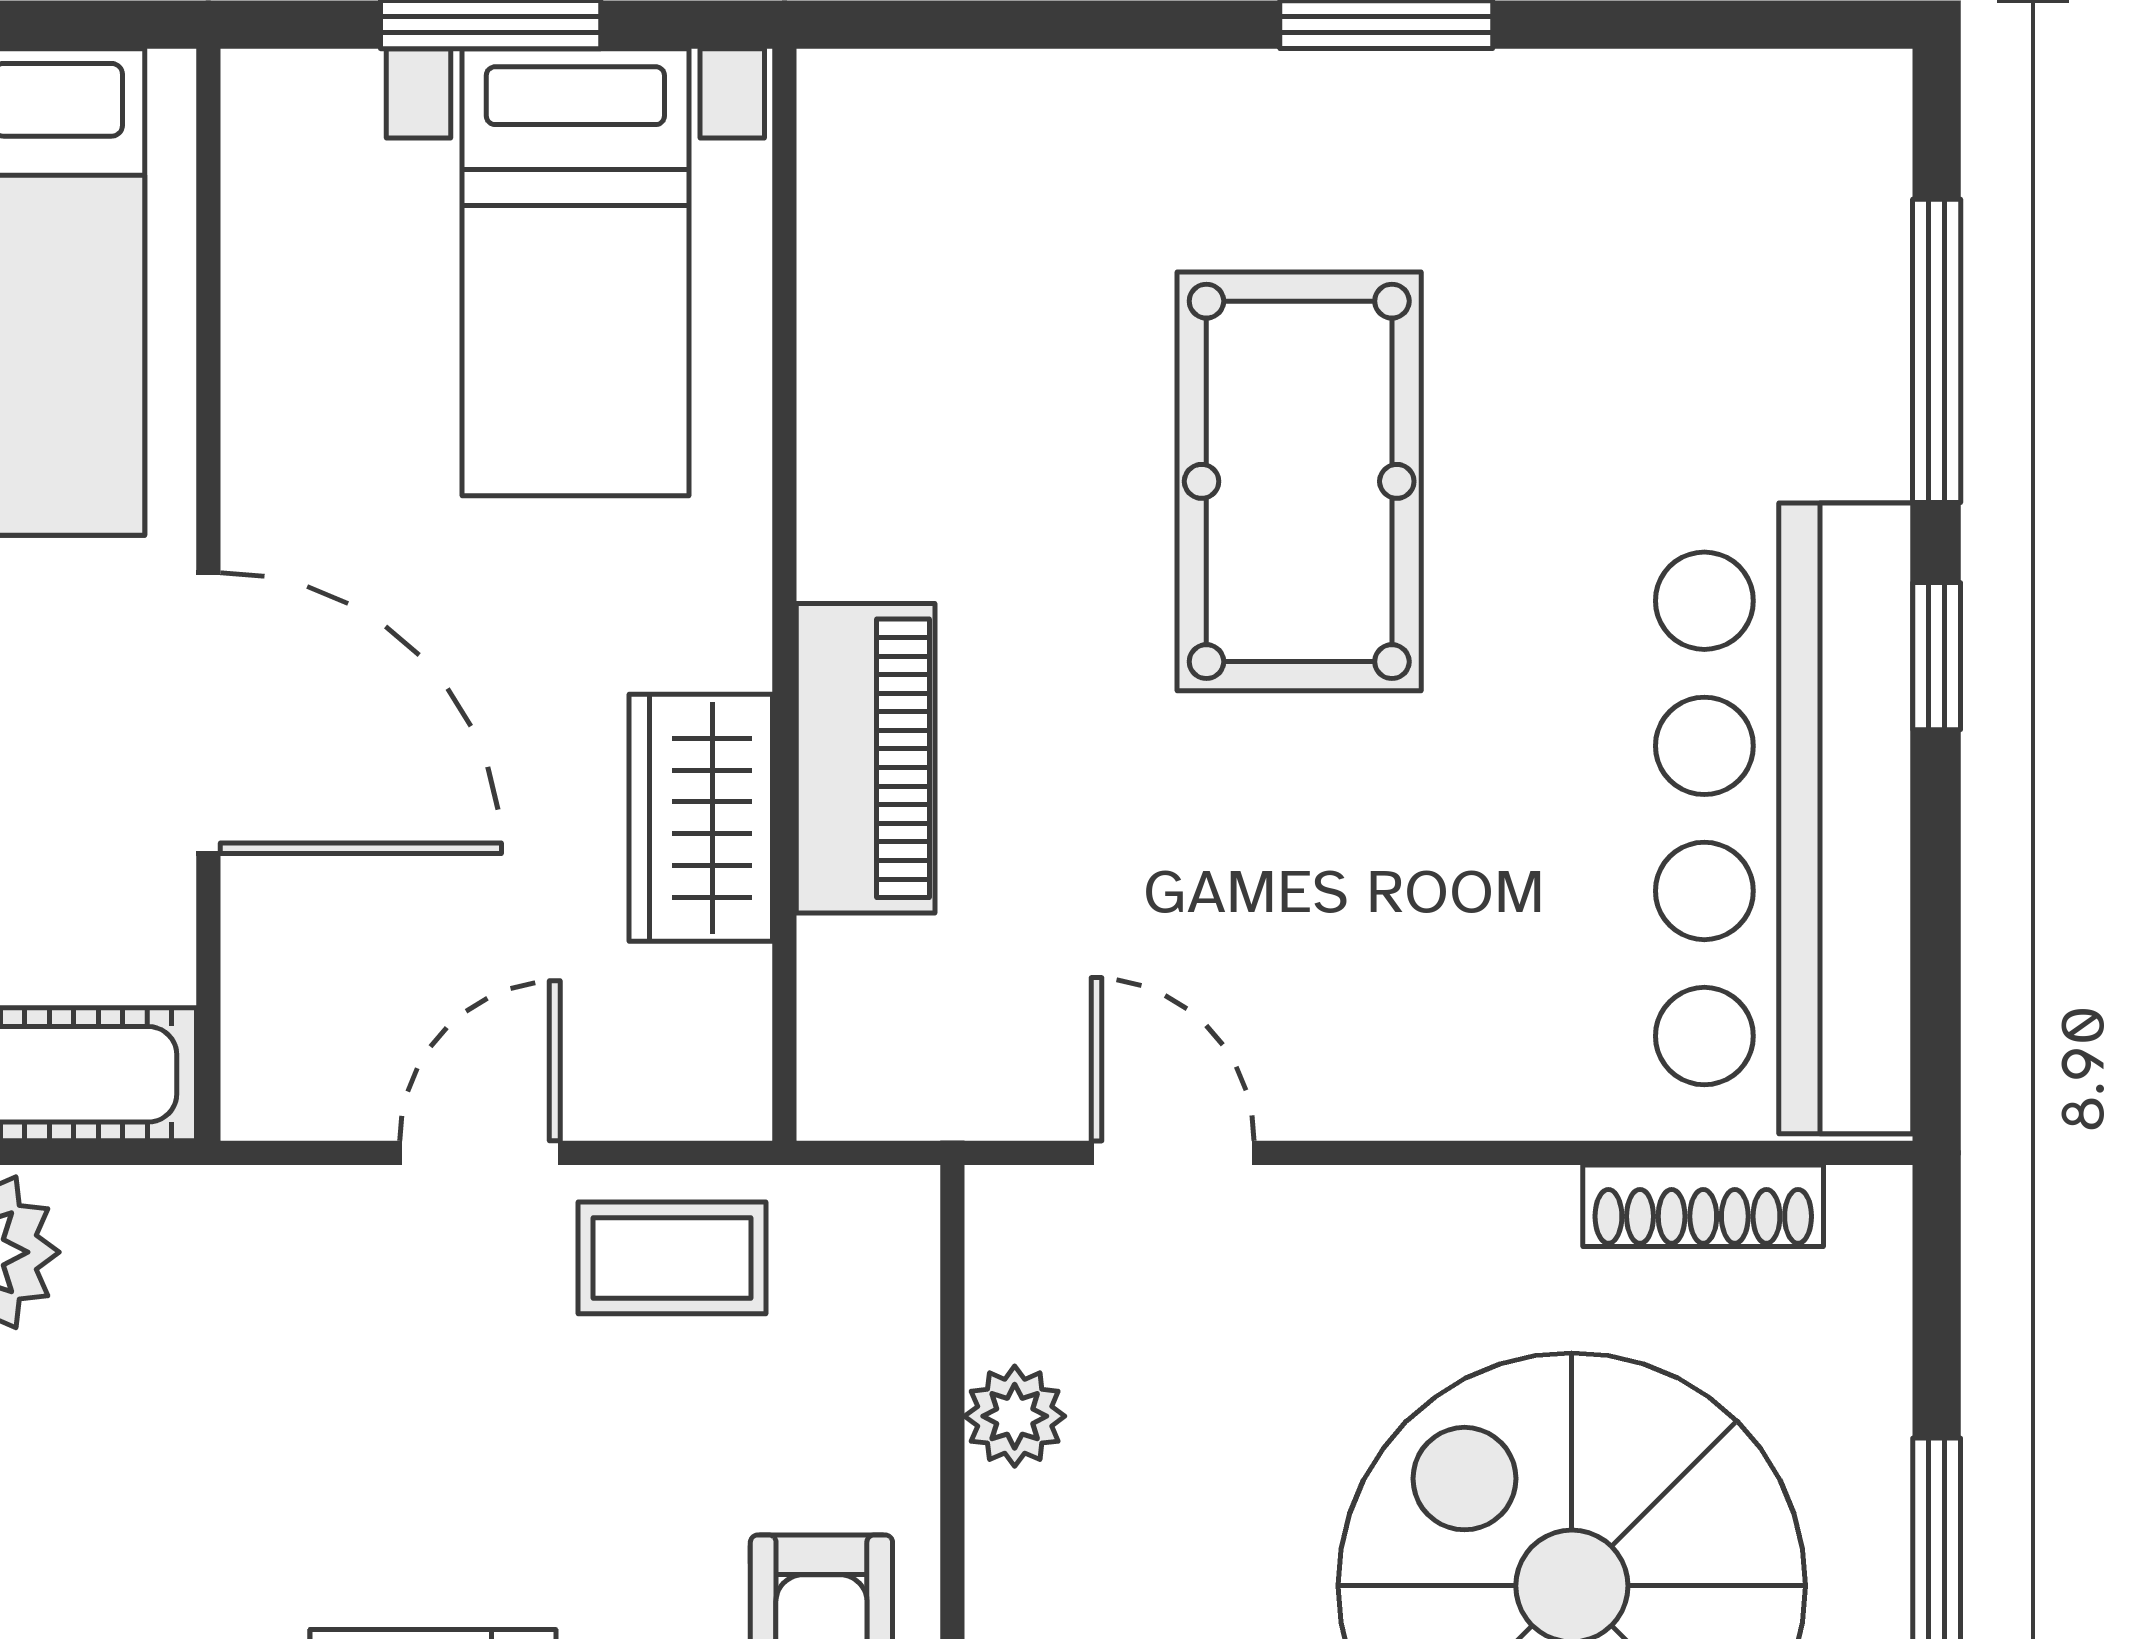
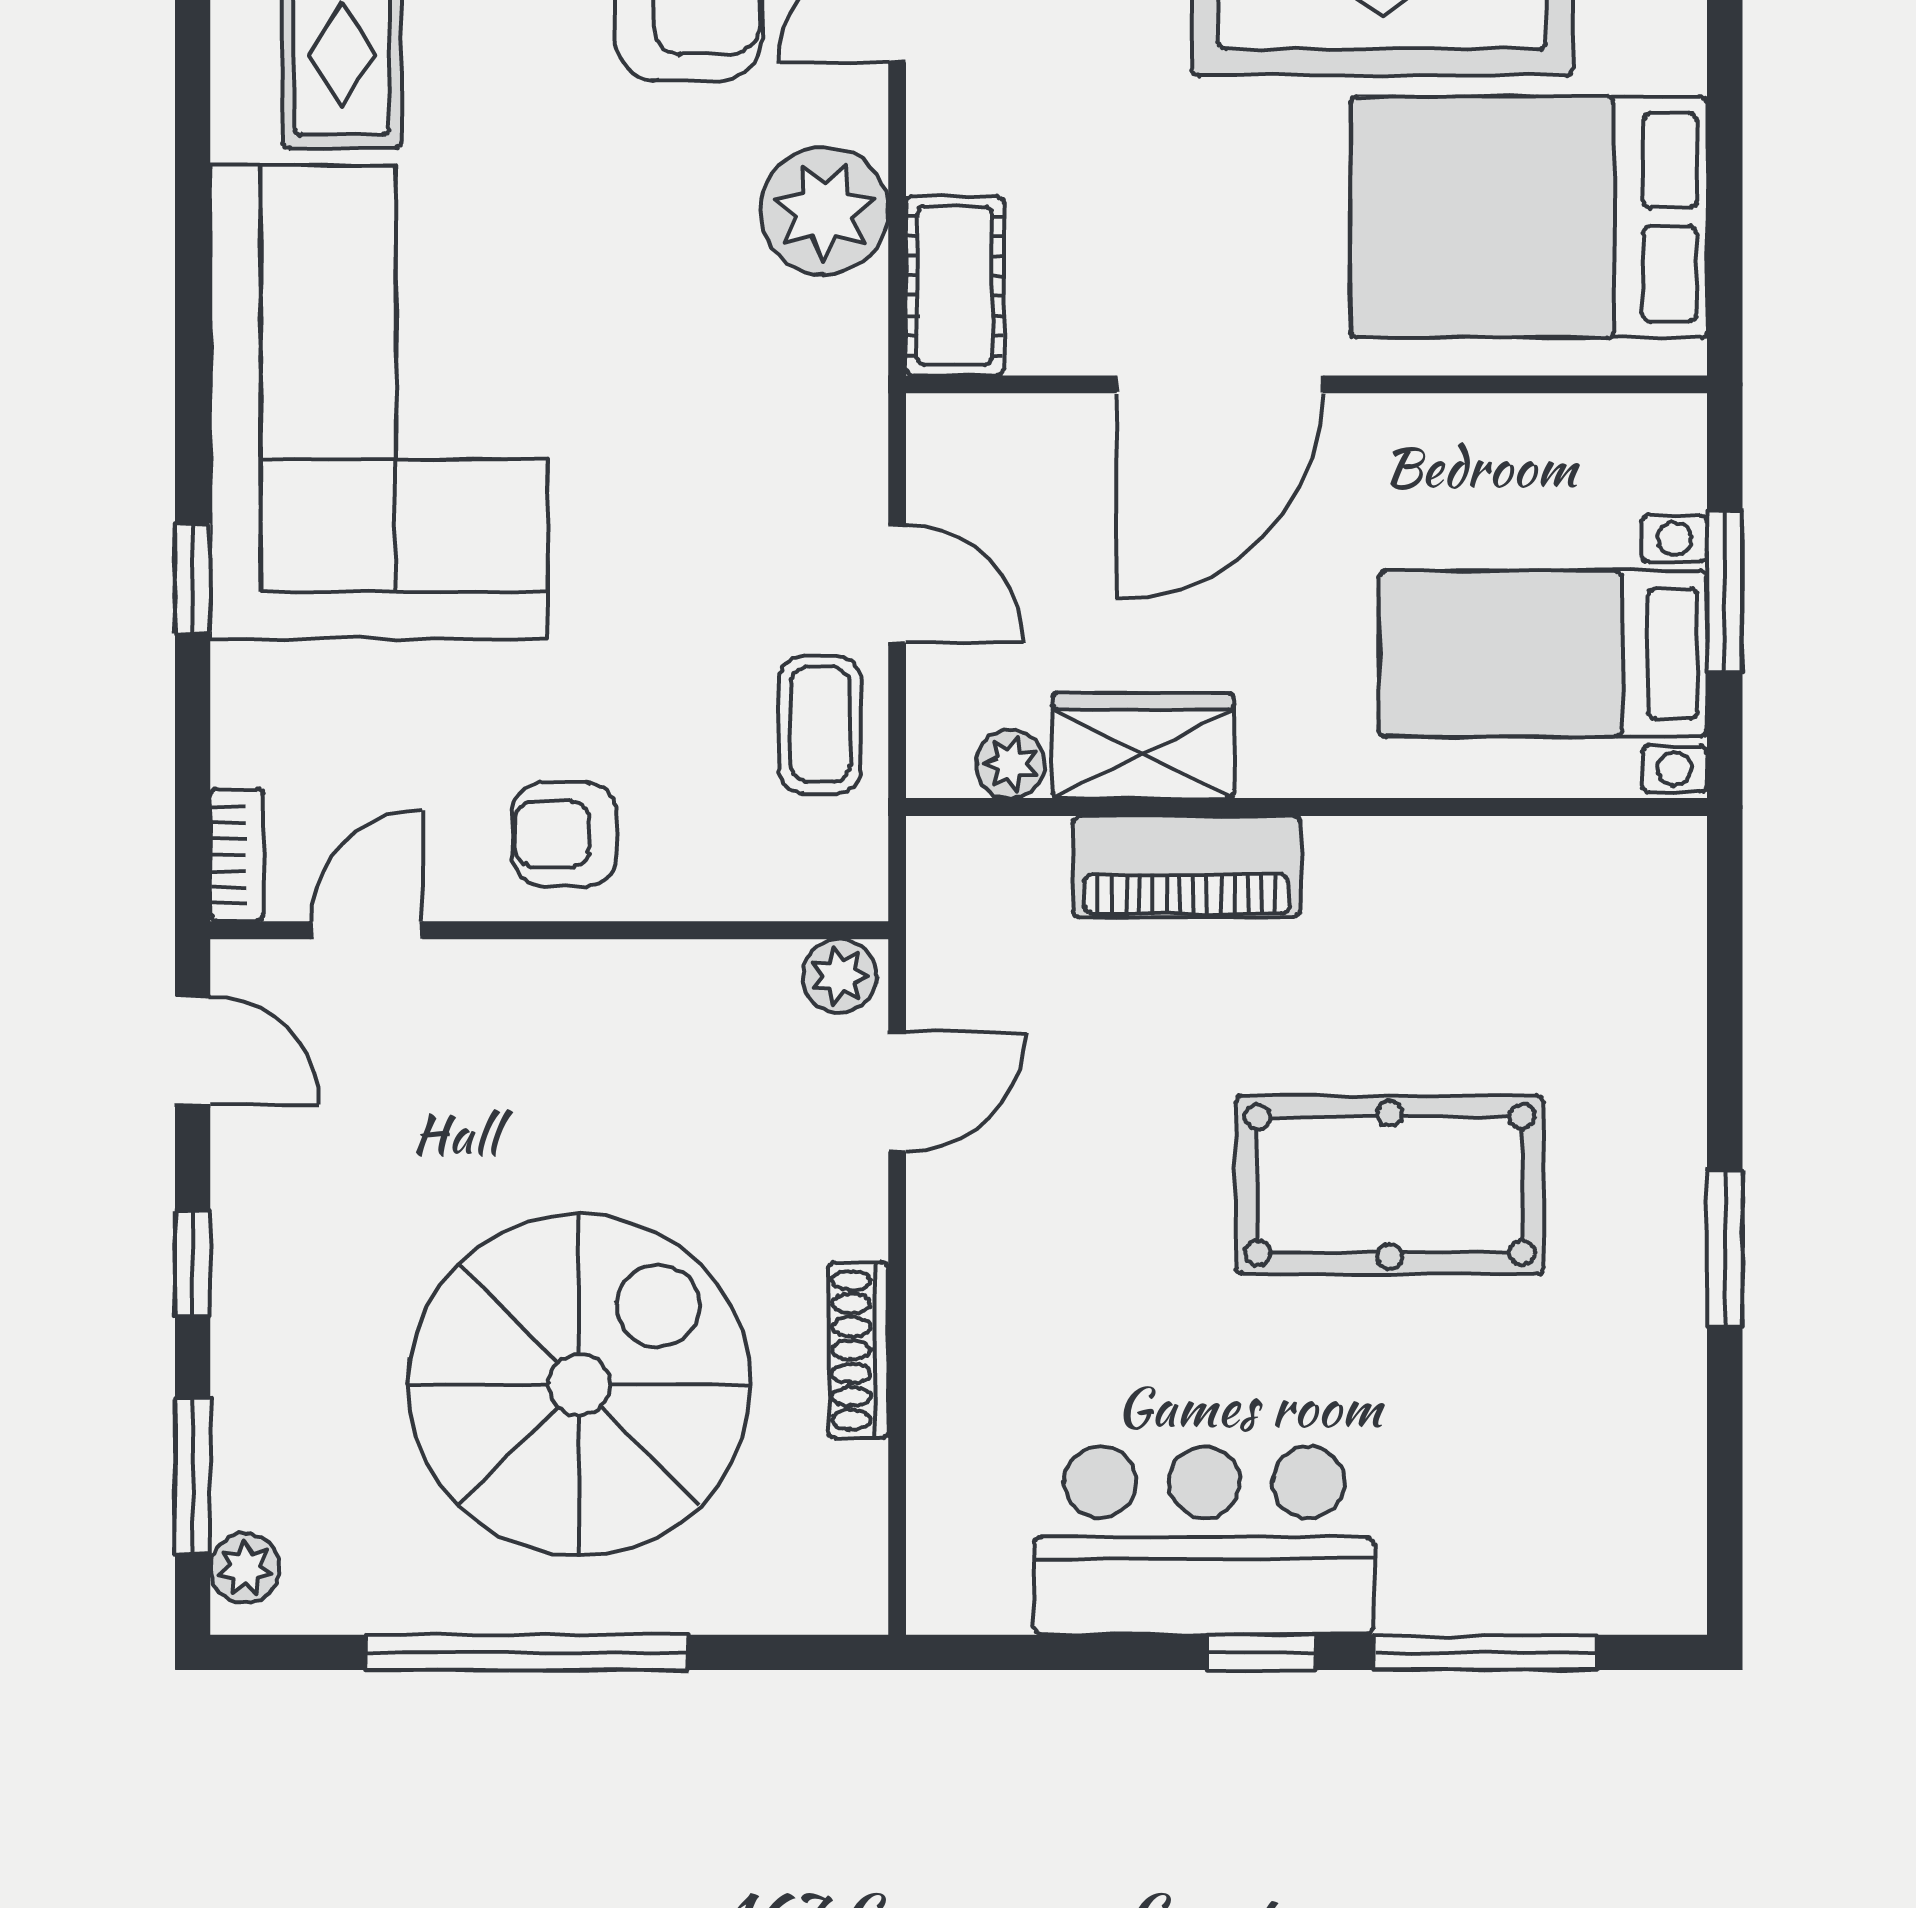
bar counter: (1784, 818) -> (1204, 1540), width x0.73
plant: (726, 998) -> (1011, 764), added
shoe rack: (1703, 1206) -> (858, 1350), moved
plant: (1015, 1416) -> (840, 976), moved

